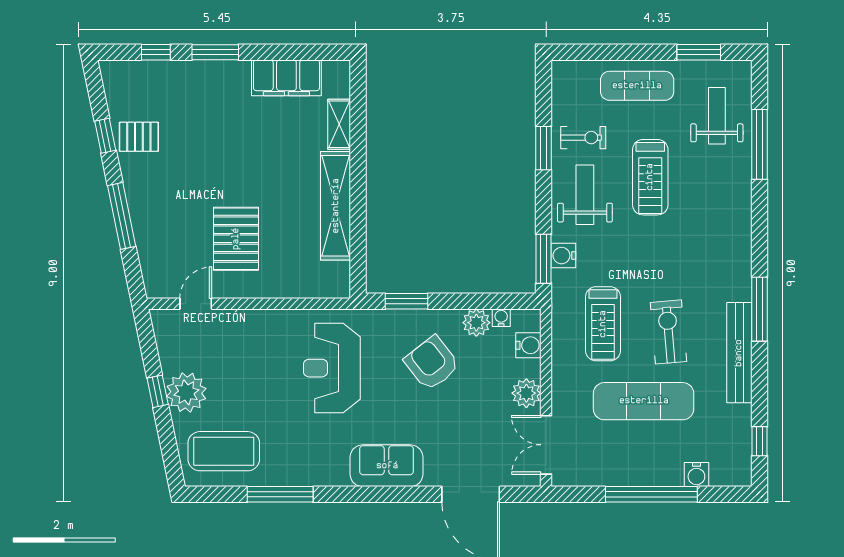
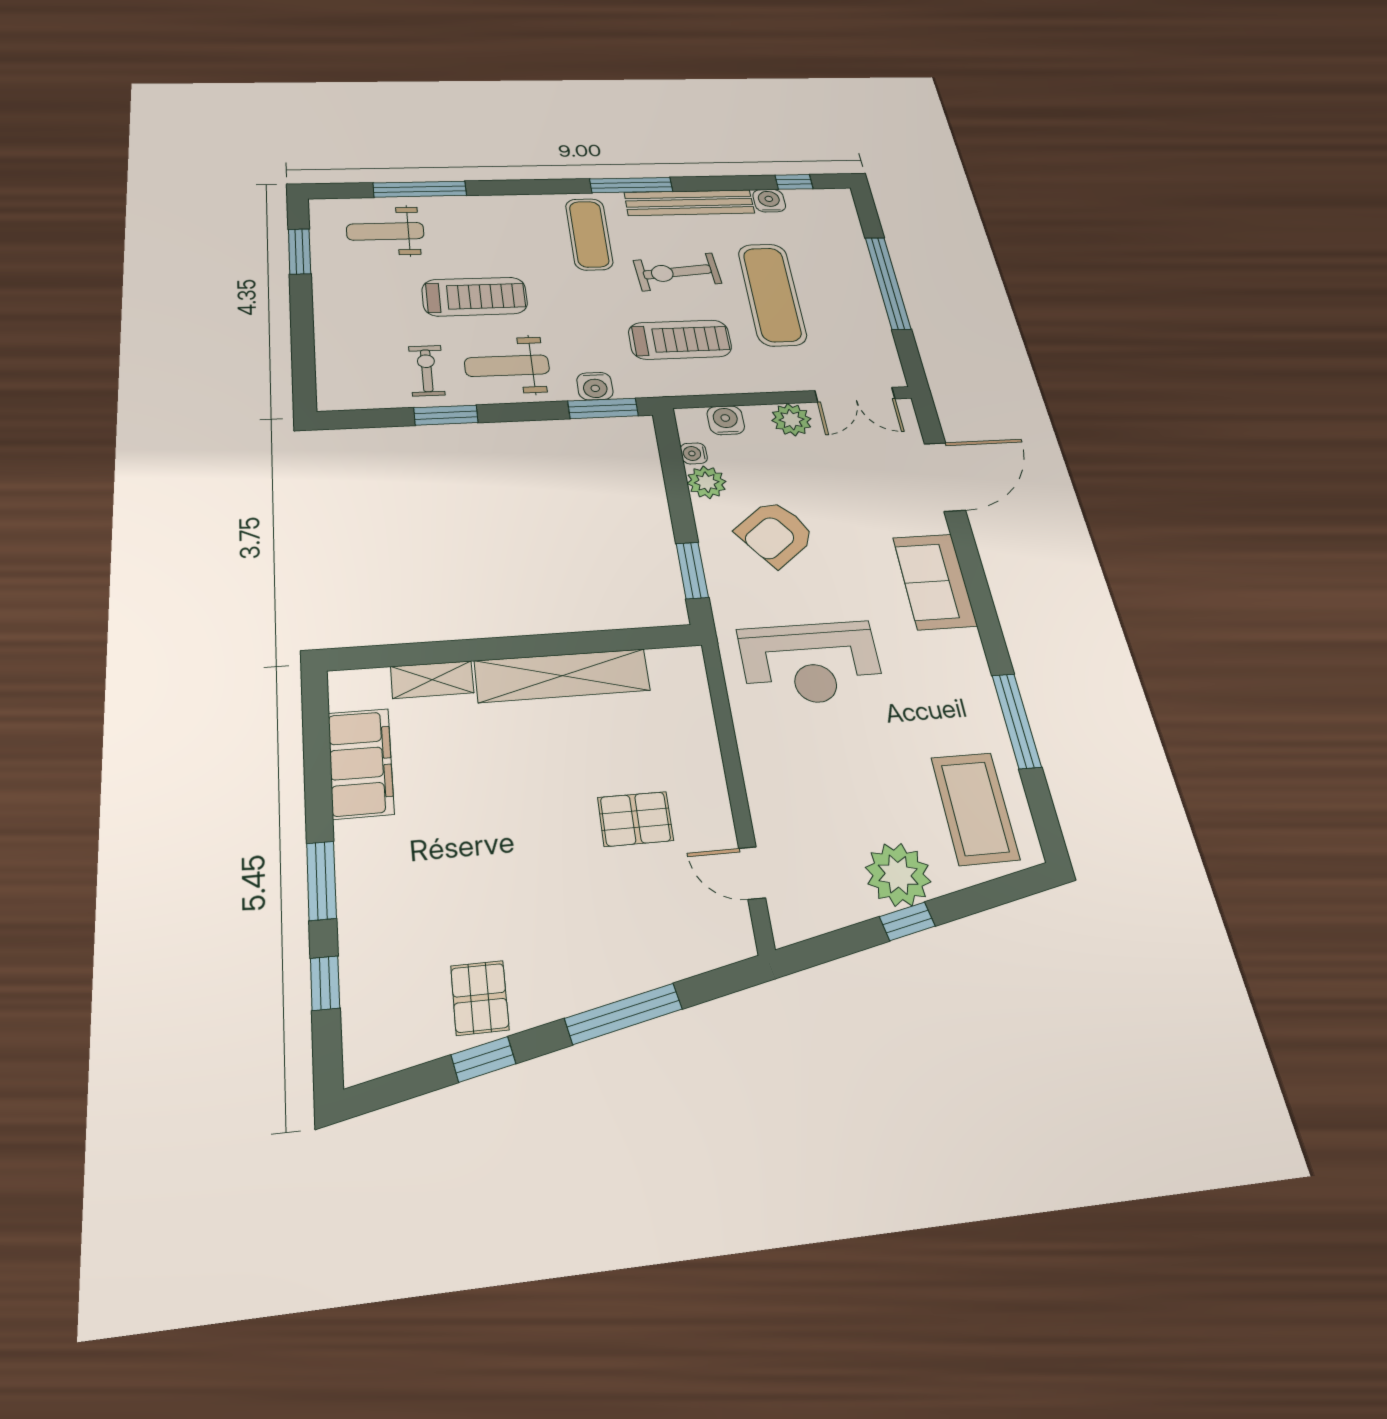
exercise mat: (637, 86) -> (589, 234), moved
pallet: (236, 239) -> (635, 819), width x0.67, depth x0.71
water cooler: (696, 475) -> (769, 201), moved, turned -90

